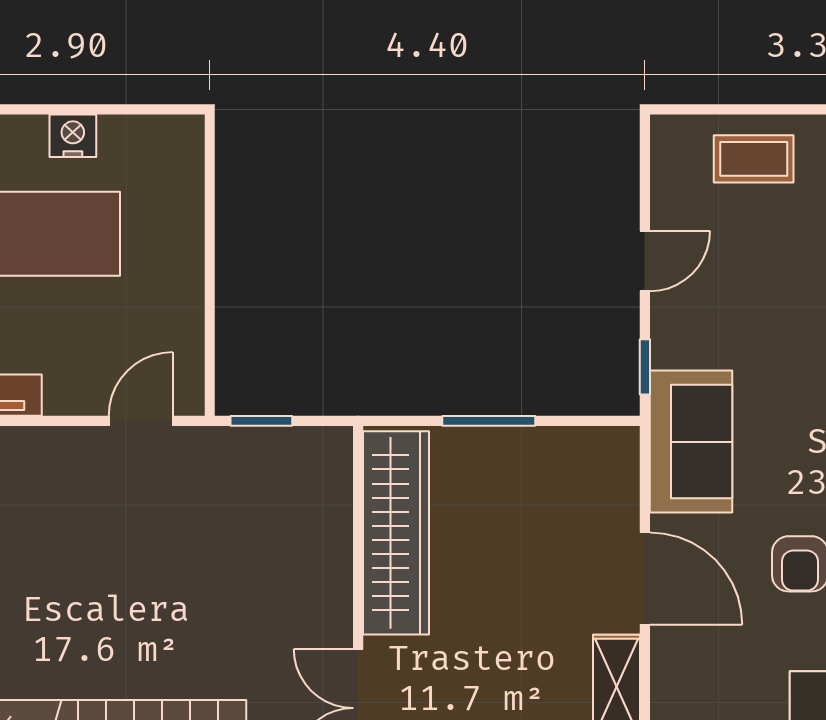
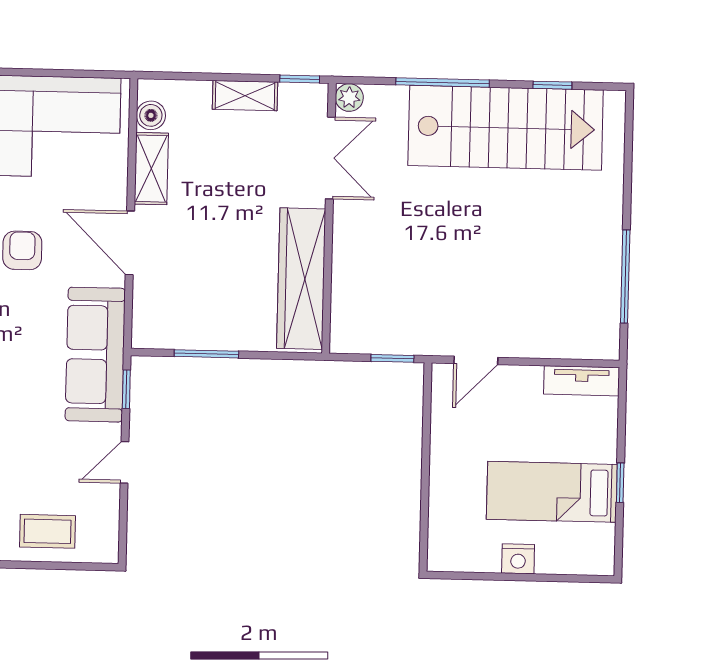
window: (489, 421) -> (206, 354), moved
sofa: (691, 442) -> (95, 355), width x1.36

